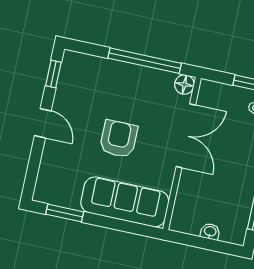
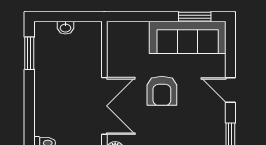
double door: (186, 136) -> (104, 106), swing flipped
sofa: (125, 202) -> (188, 37), moved

